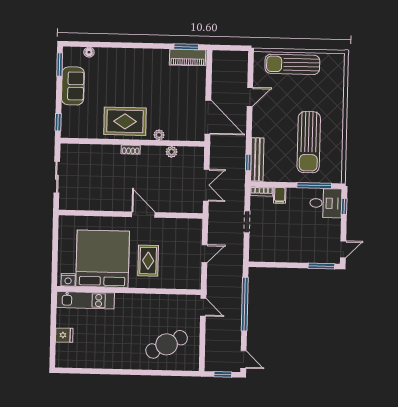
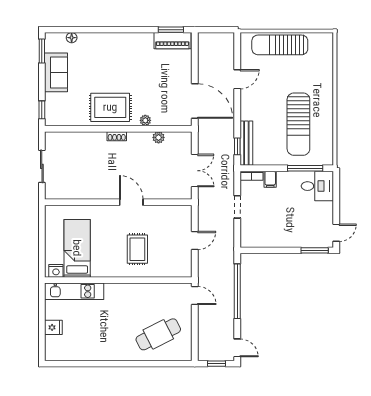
window: (344, 207) -> (336, 189), removed
bed: (103, 259) -> (77, 248), width x0.49

